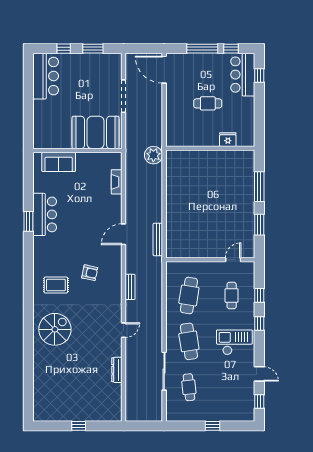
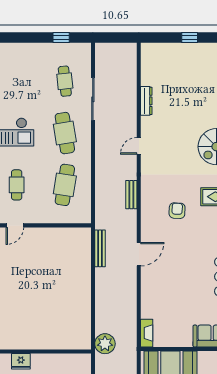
fireplace: (117, 182) -> (147, 333), moved
armchair: (90, 273) -> (177, 211), turned 81
window: (213, 426) -> (61, 37), moved

